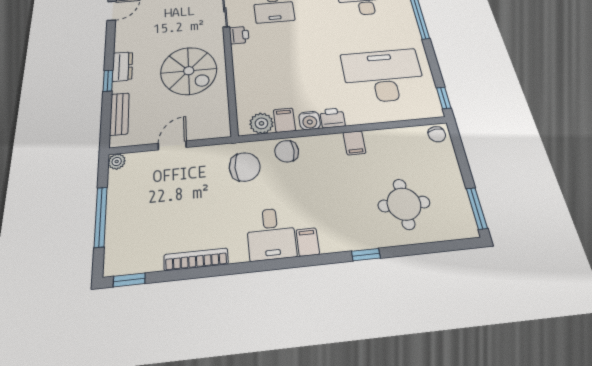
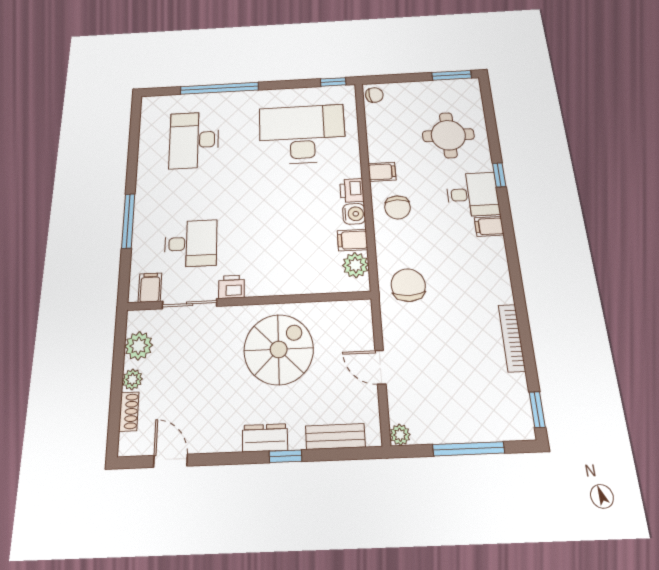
desk: (383, 76) -> (302, 134), turned 90
chair: (287, 151) -> (398, 207), moved
desk: (271, 234) -> (473, 194), moved

